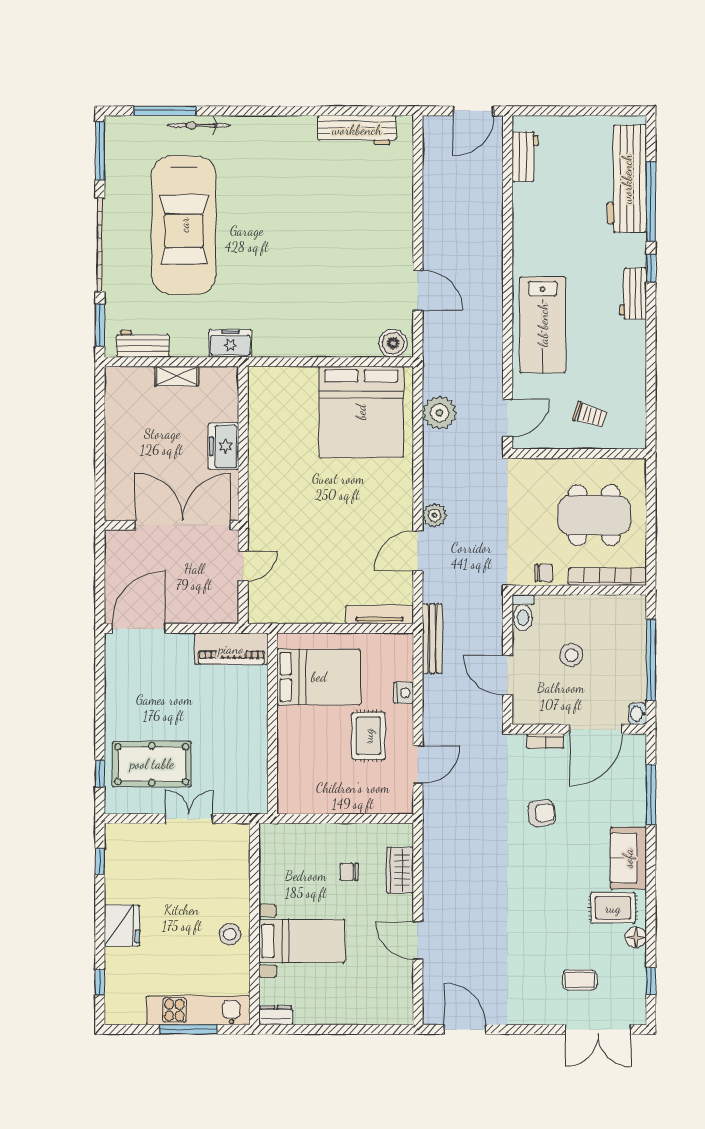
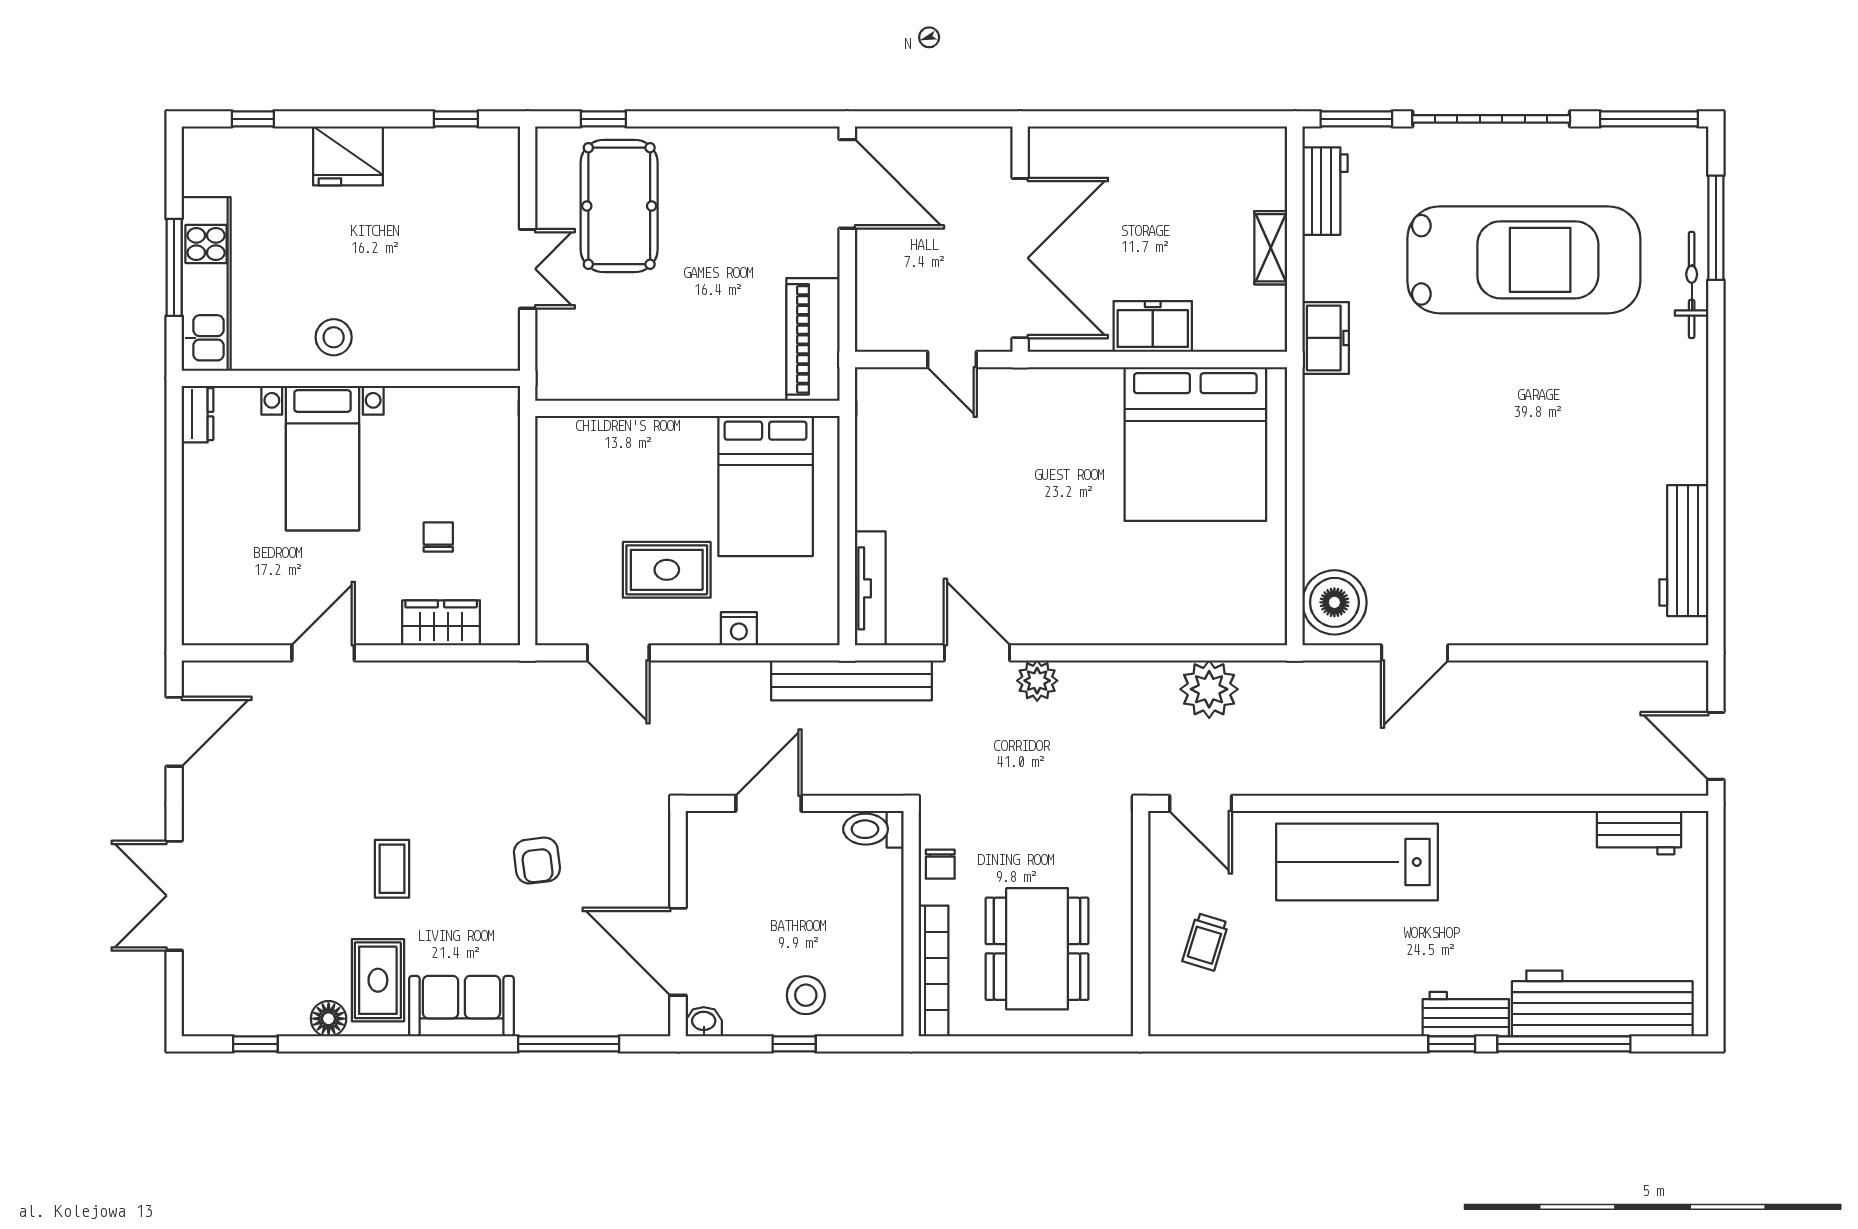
car: (184, 225) -> (1524, 260), turned 180
workbench: (633, 293) -> (1466, 1014), moved
boiler: (393, 343) -> (1334, 602), width x1.37, depth x1.37
bed: (361, 412) -> (1195, 444), moved, turned -90
bench: (432, 639) -> (851, 680), width x1.37, depth x1.21
stool: (571, 655) -> (806, 995), moved
window: (651, 660) -> (794, 1044), width x0.32
bookcase: (545, 741) -> (658, 867), removed
coffee table: (580, 980) -> (392, 869), moved
double door: (598, 1029) -> (174, 896), moved

